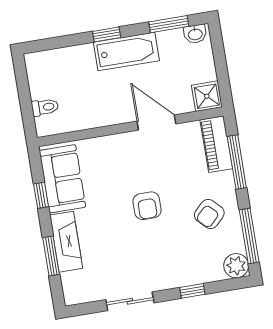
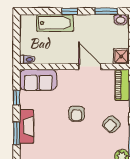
bathtub: (126, 51) -> (55, 23), moved
toilet: (45, 107) -> (27, 60), moved
sofa: (62, 179) -> (38, 80), moved, turned 90

